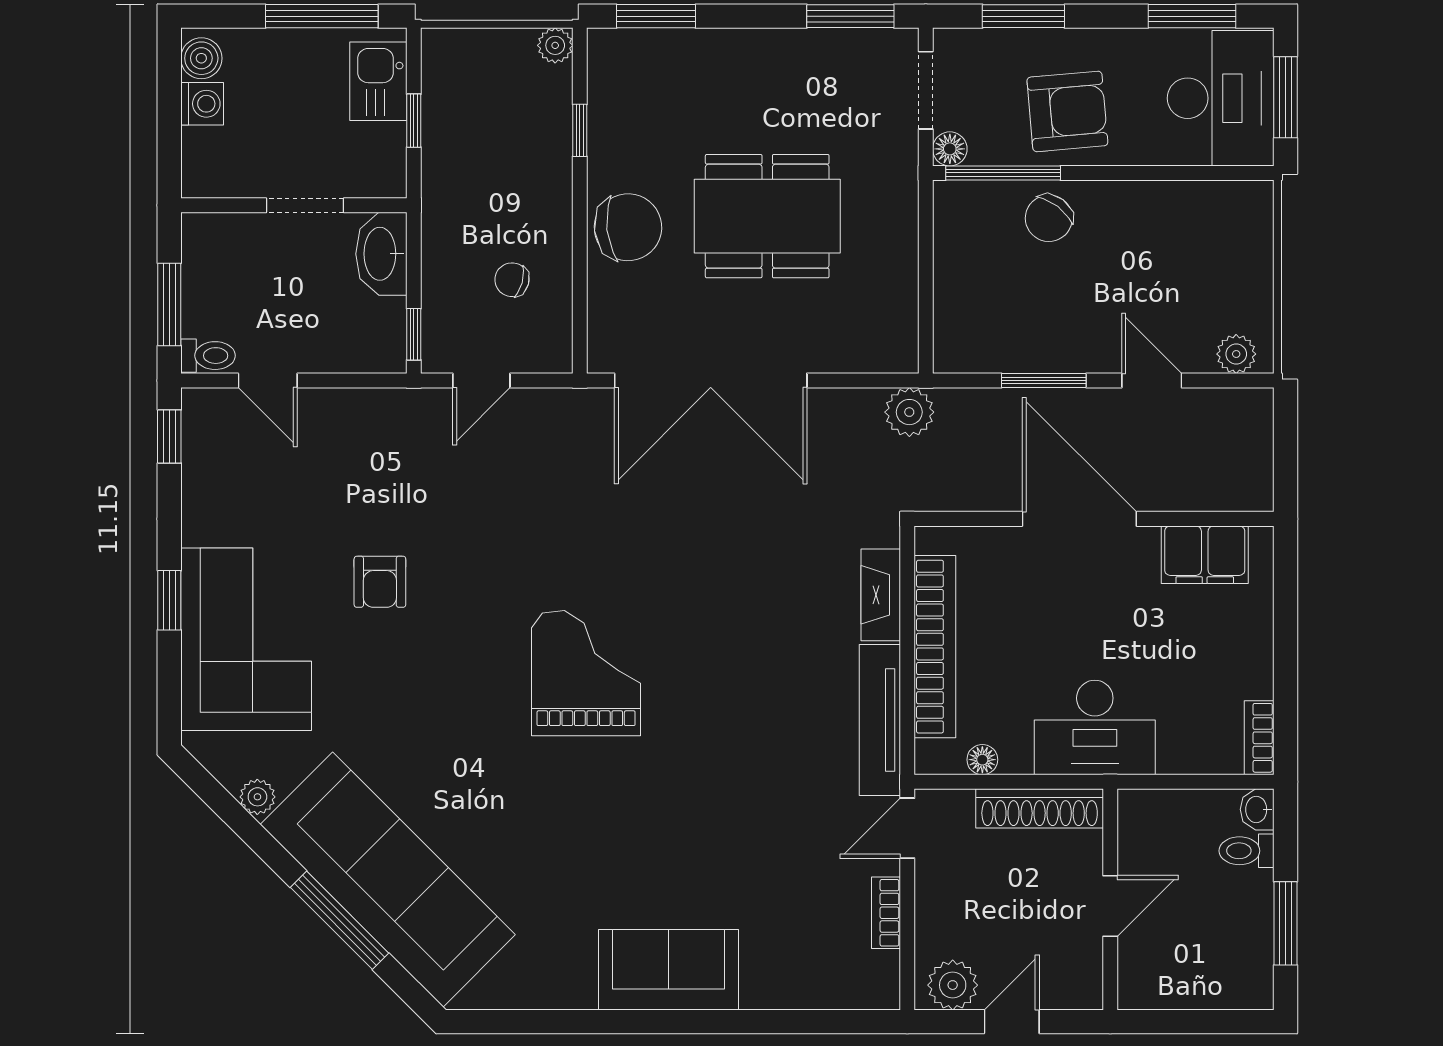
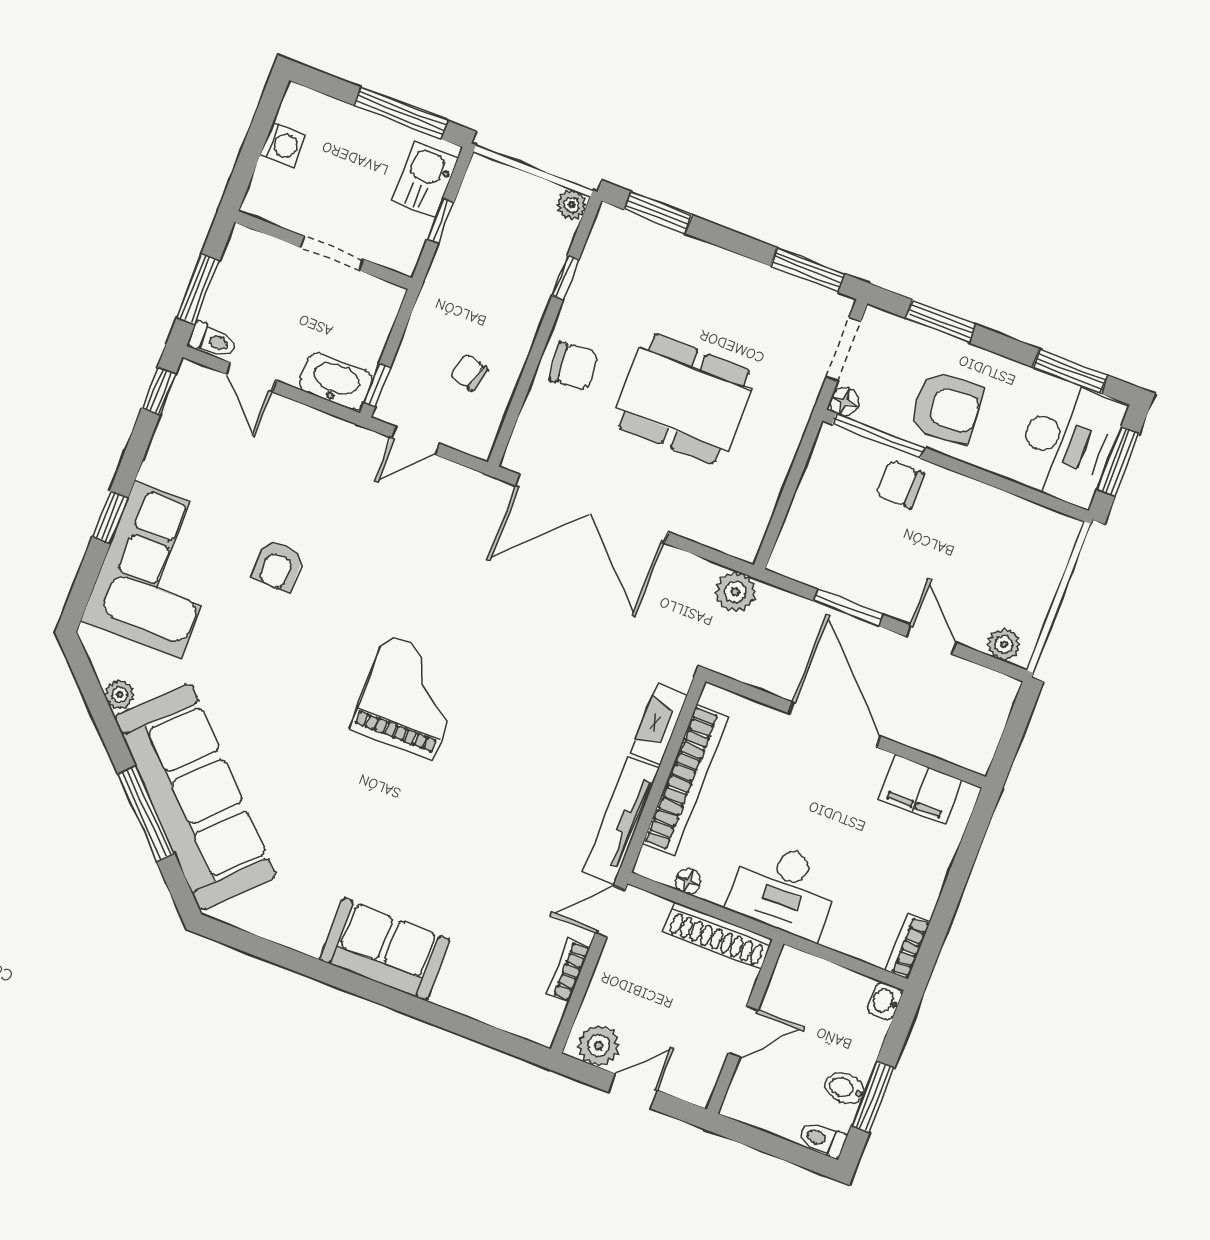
boiler: (201, 58) -> (296, 110), removed
chair: (1049, 218) -> (900, 484), turned 53
chair: (628, 227) -> (574, 366), width x0.73, depth x0.73
washbasin: (381, 254) -> (336, 381), moved, turned 90
toilet: (1247, 851) -> (822, 1139), moved
bidet: (1250, 926) -> (845, 1088), added

